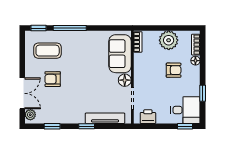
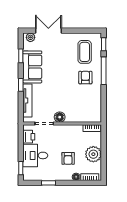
sofa: (120, 54) -> (32, 67), moved, turned 90
armchair: (53, 79) -> (85, 78), moved
double door: (22, 93) -> (48, 31), swing flipped
desk: (185, 110) -> (35, 155), moved, turned 90

